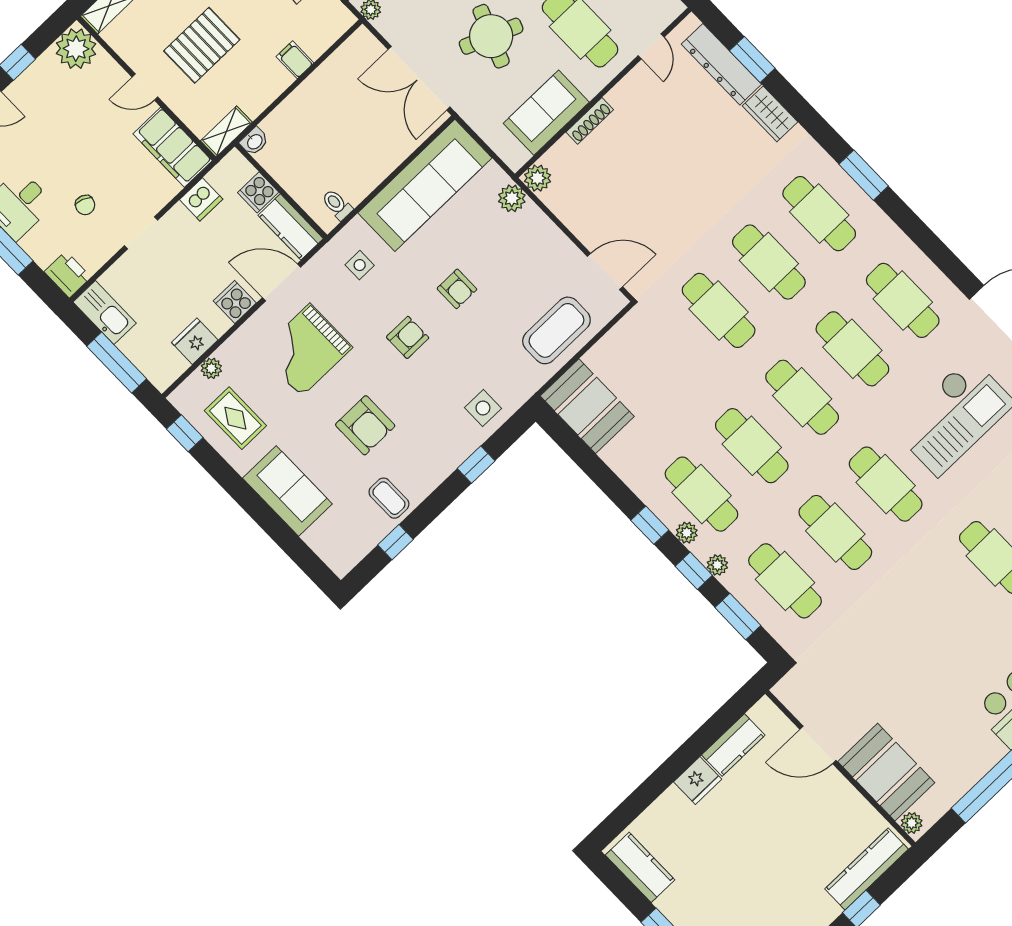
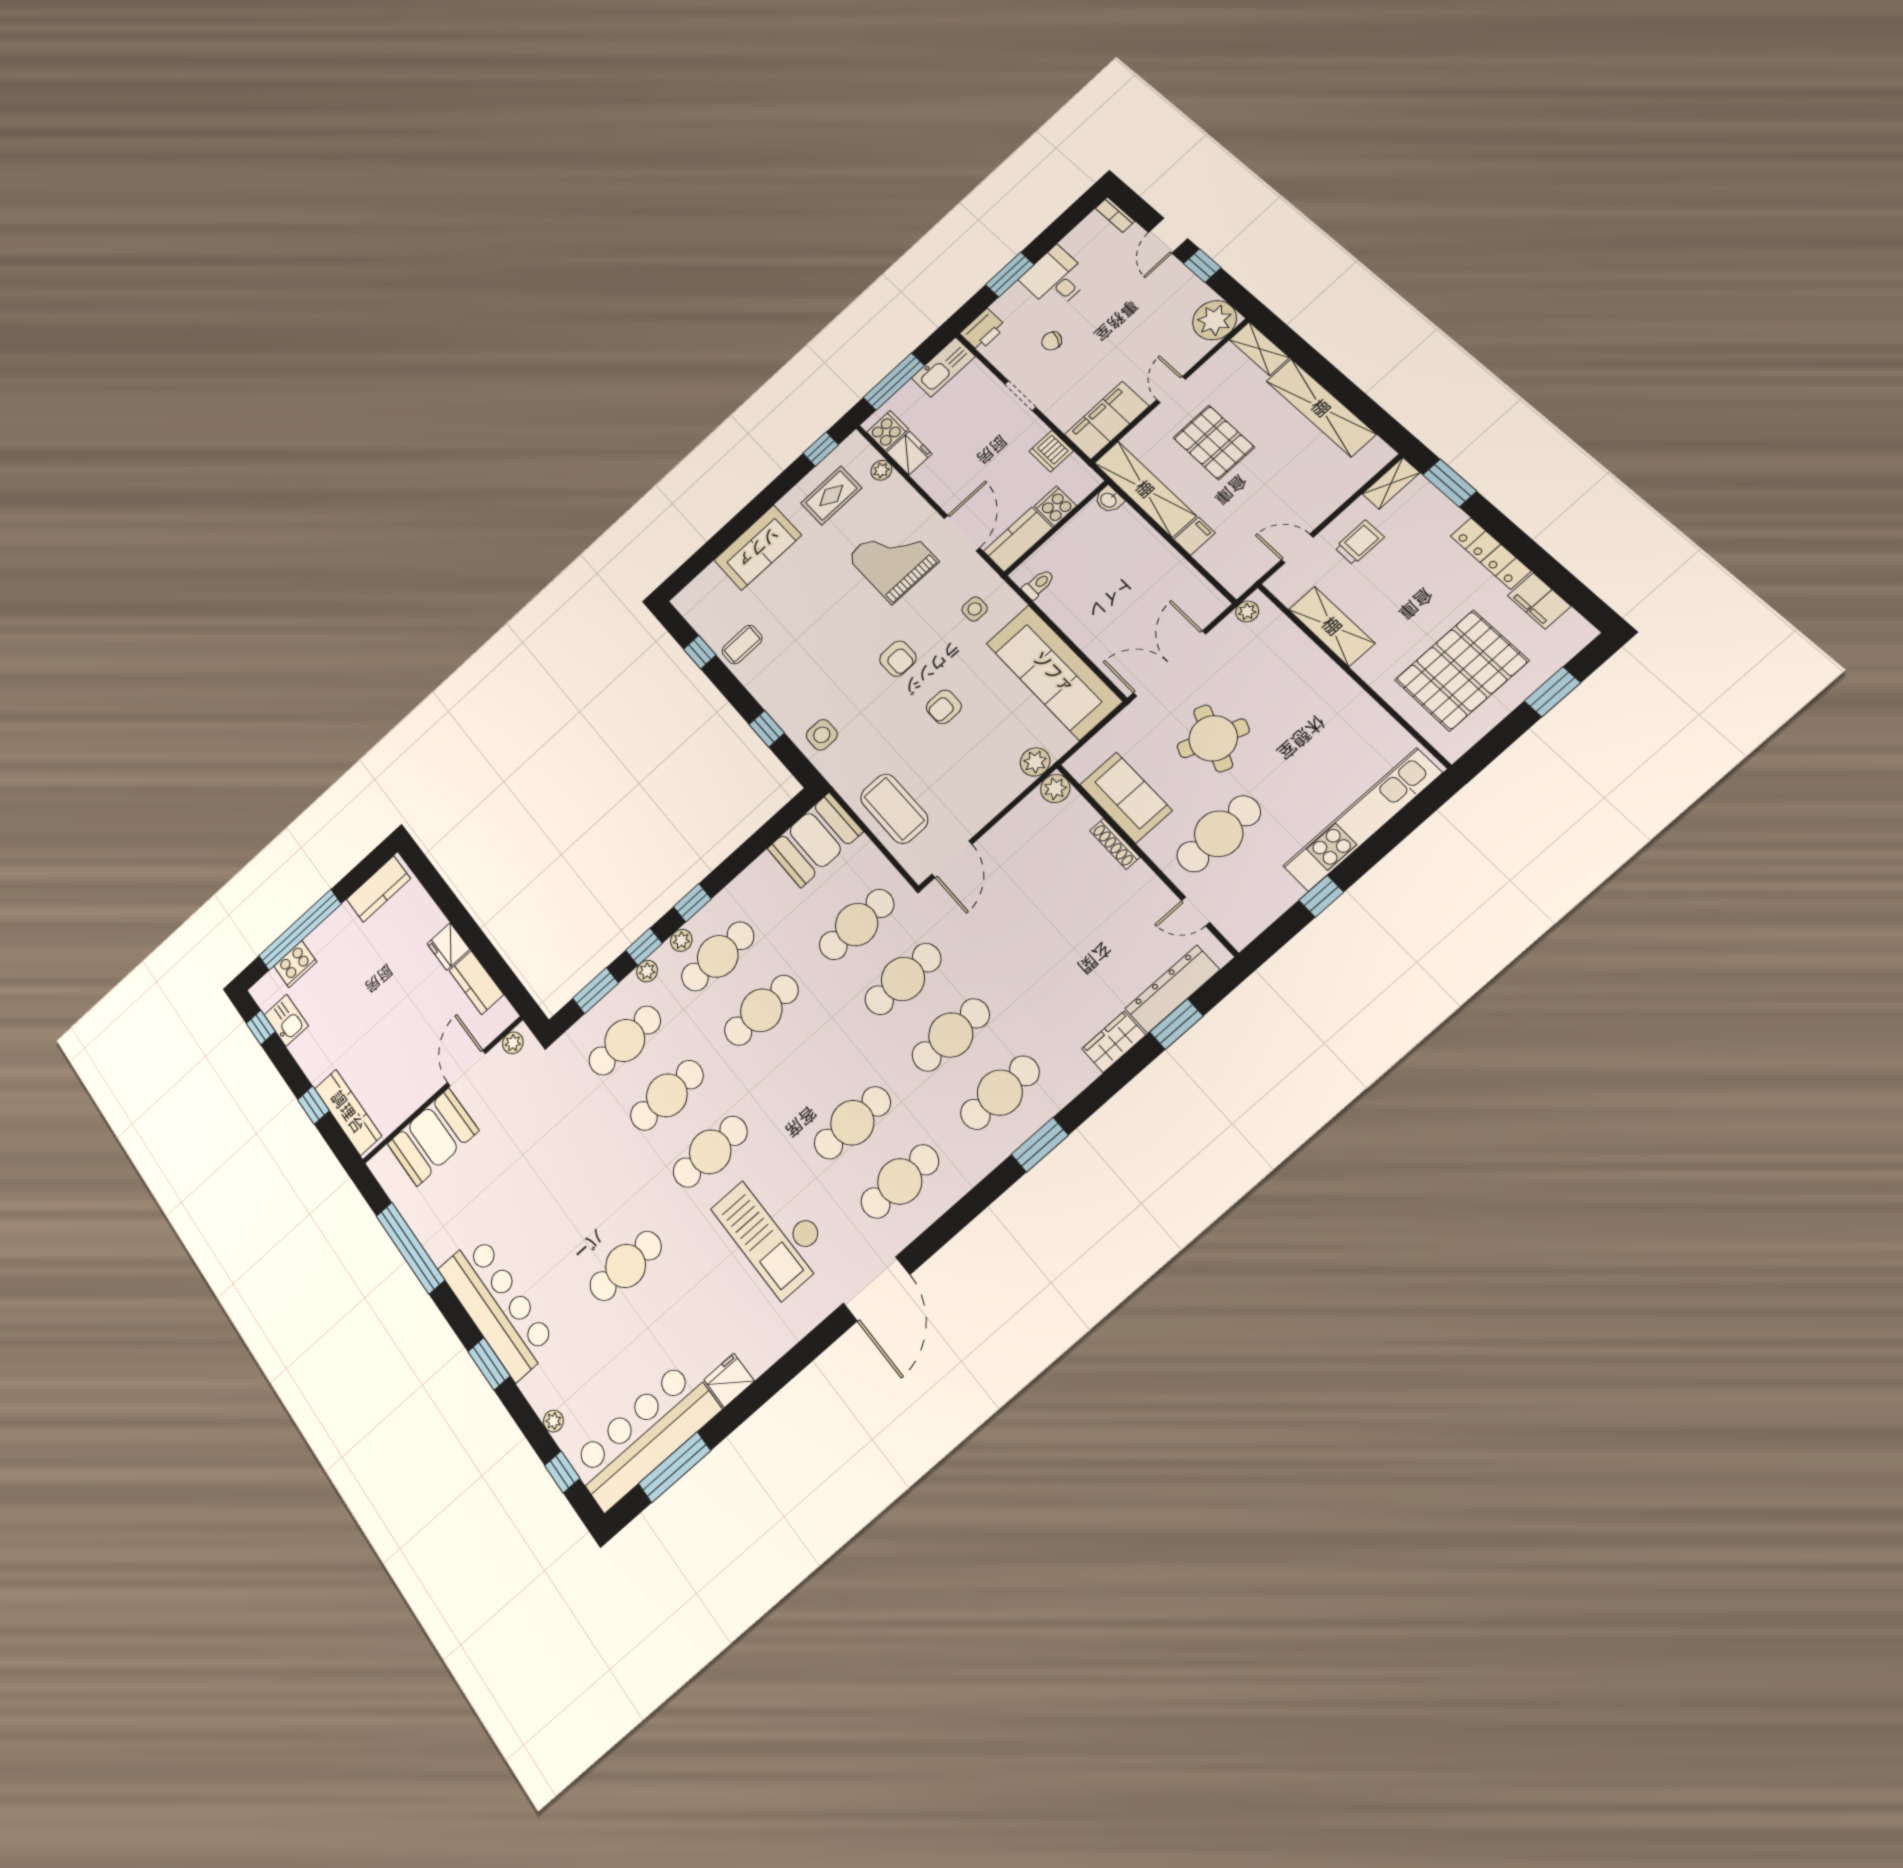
shelving: (226, 132) -> (1145, 489), width x2.20, depth x1.33
cooker: (235, 302) -> (888, 431), moved
cafe table: (802, 397) -> (857, 925), moved
armchair: (365, 425) -> (814, 620), removed
plant: (912, 823) -> (513, 1043), moved

